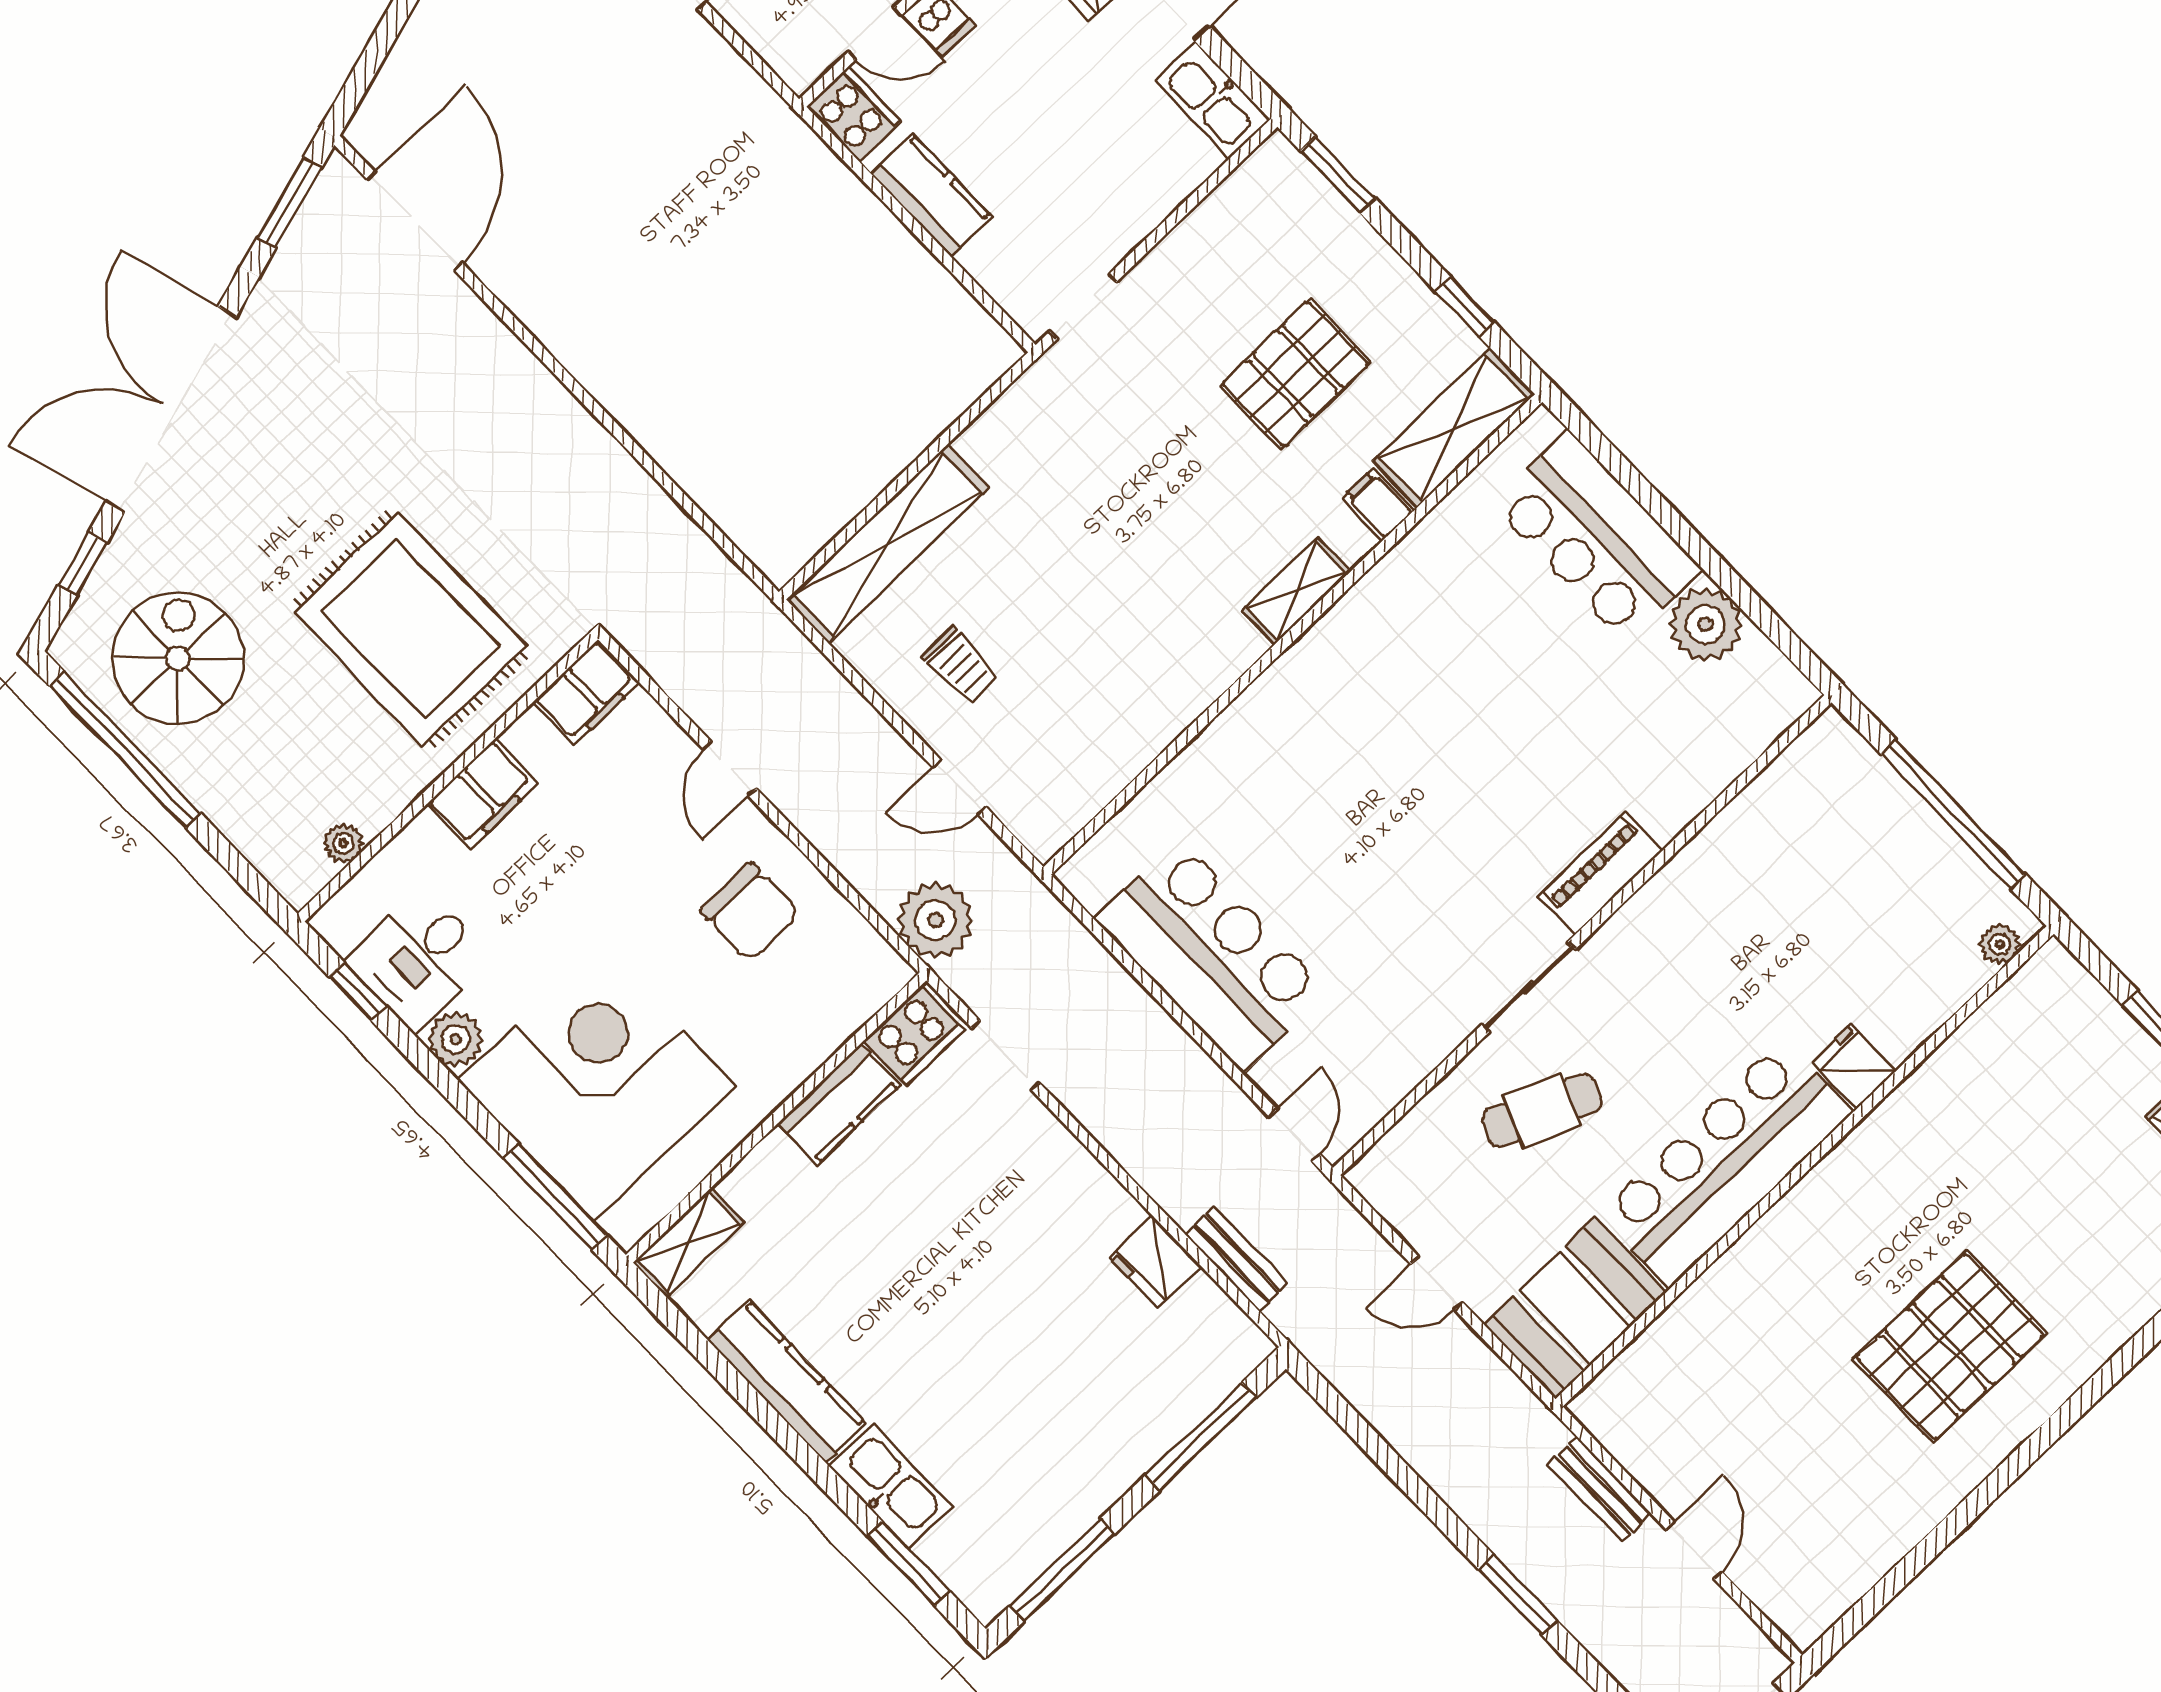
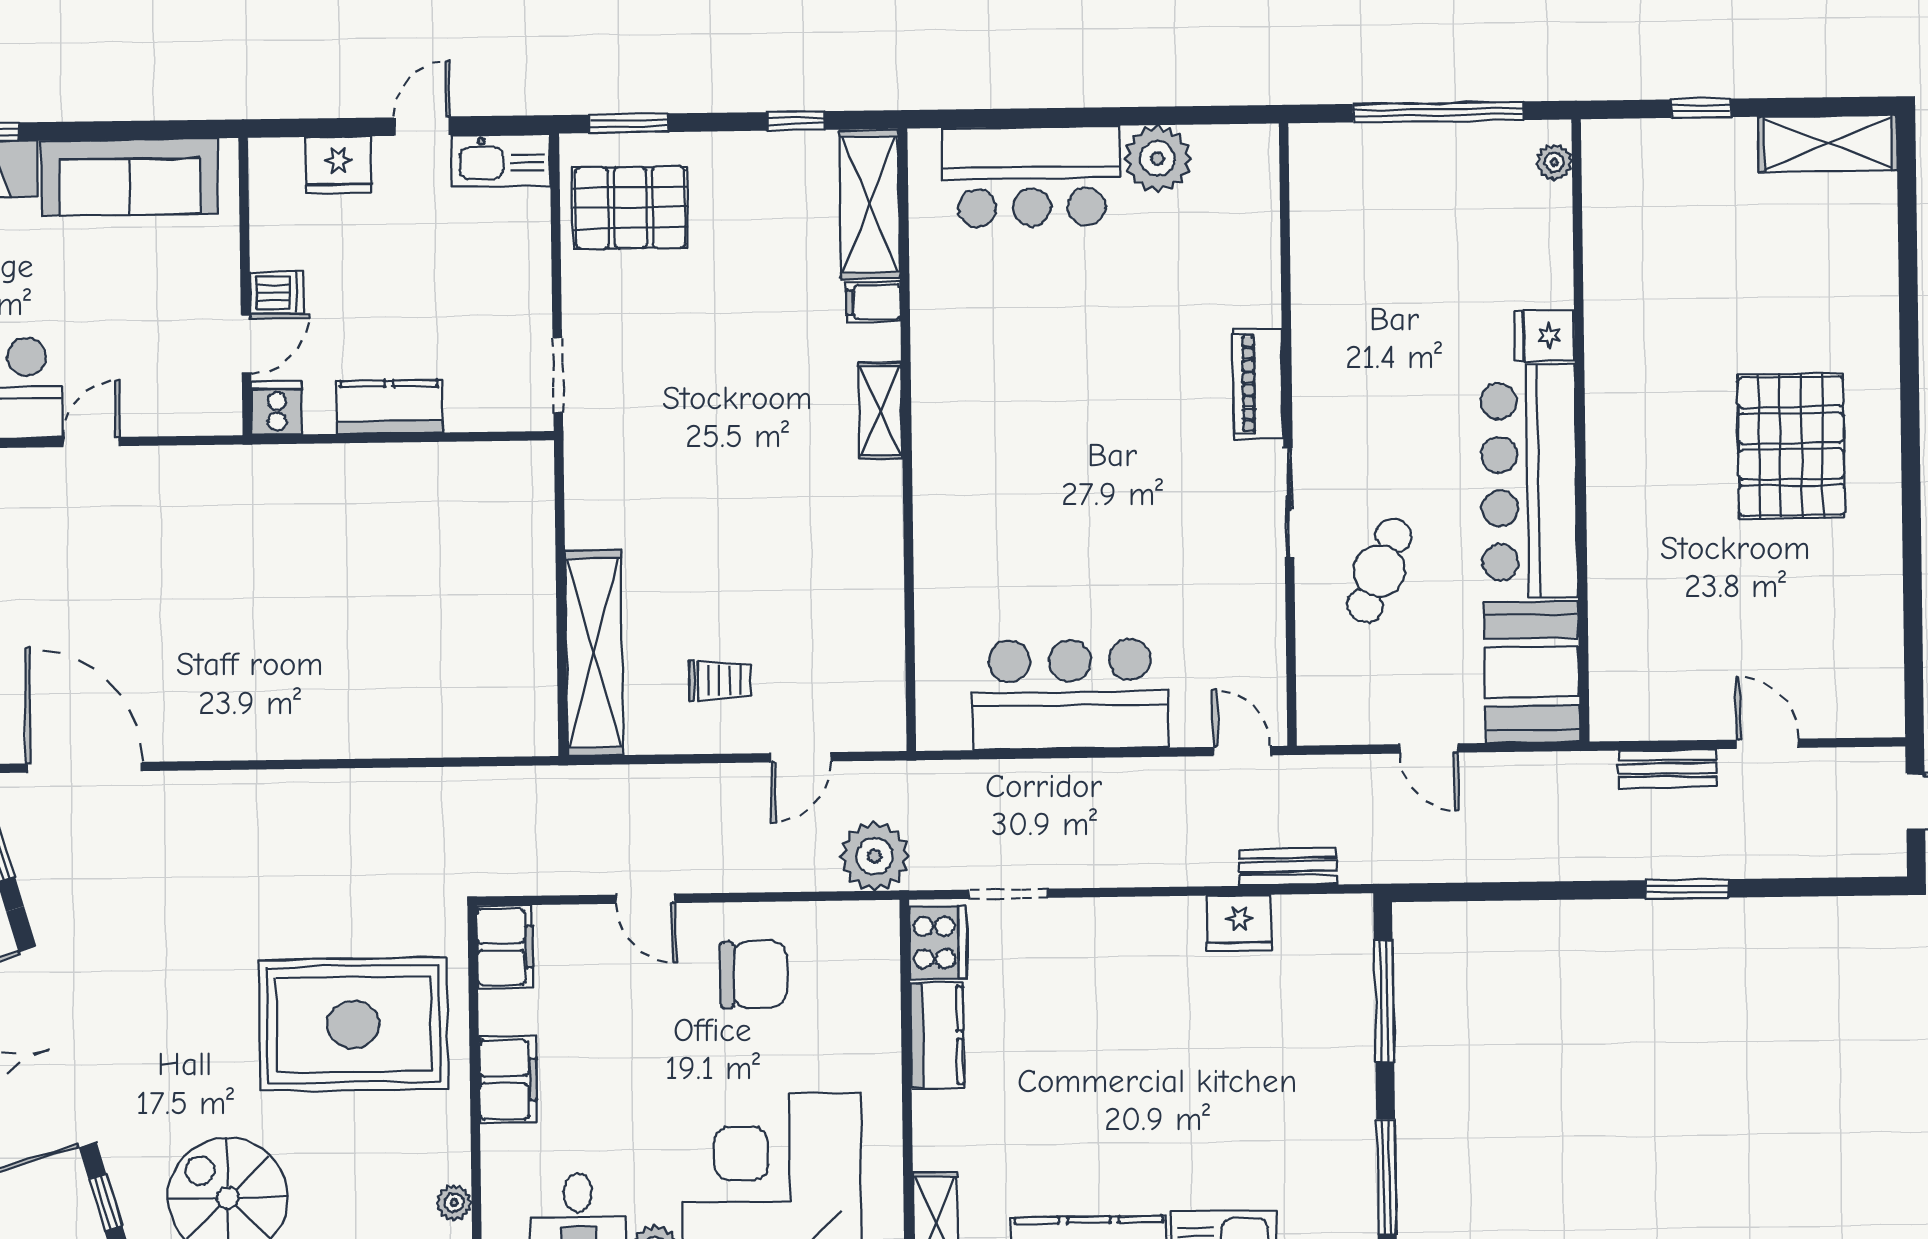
cooker: (853, 114) -> (277, 408), width x0.73
pallet: (1295, 374) -> (630, 208), moved, turned 90
door: (1437, 1283) -> (1429, 748), hinge flipped

